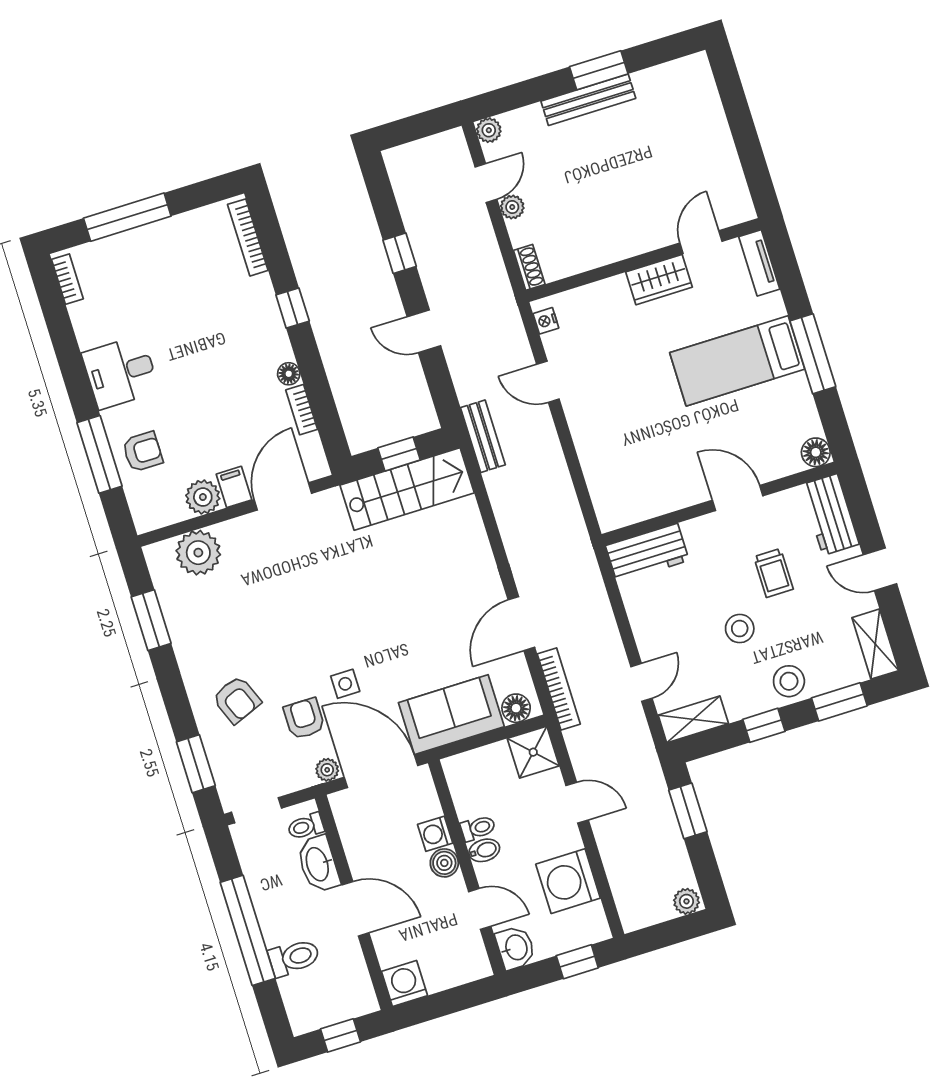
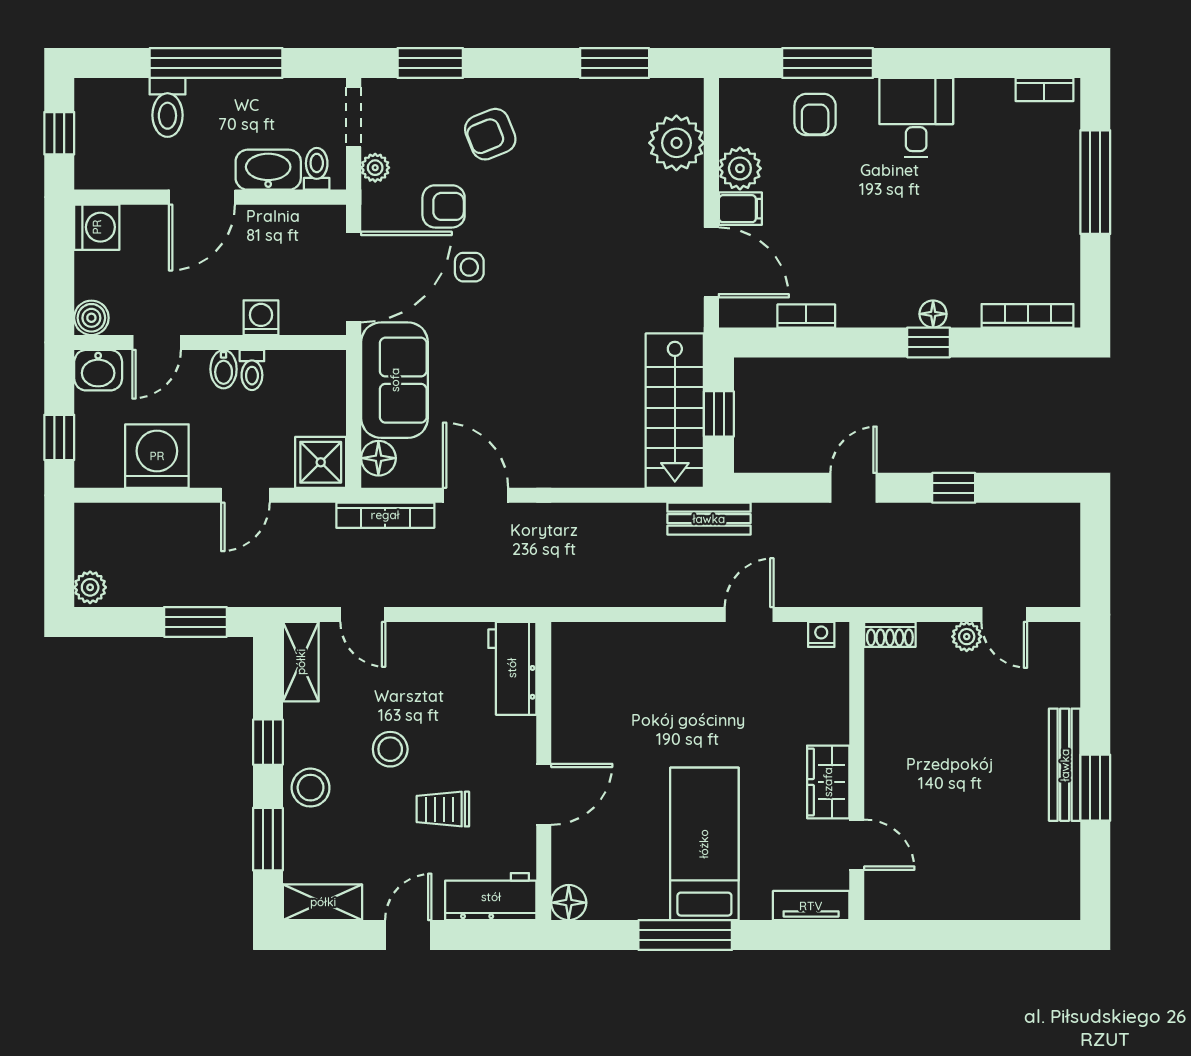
plant: (489, 130) -> (1065, 637), removed
floor lamp: (289, 374) -> (933, 314), moved
plant: (327, 770) -> (375, 168), moved
boiler: (444, 863) -> (91, 318), moved

